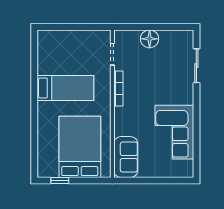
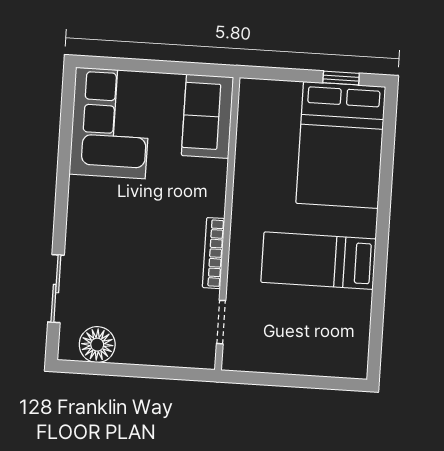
floor lamp: (150, 39) -> (97, 345), moved
corner sofa: (174, 132) -> (110, 123), moved
bed: (80, 147) -> (341, 145), moved

